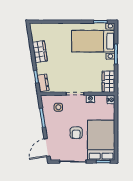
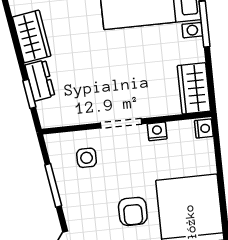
dresser: (43, 83) -> (40, 80), moved

